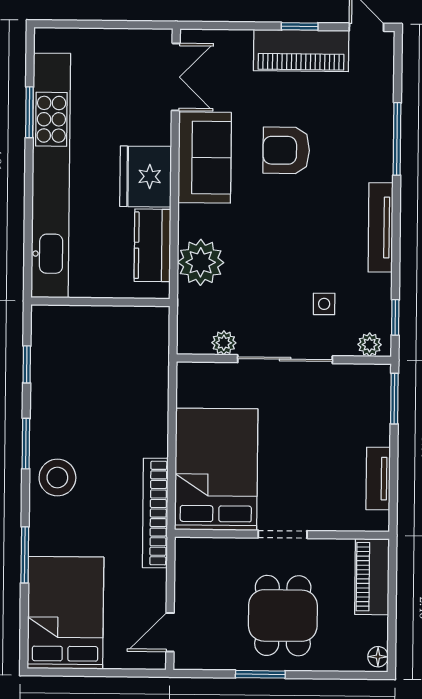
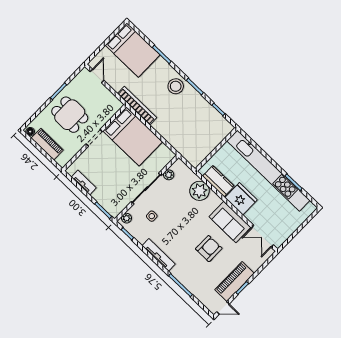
piano: (372, 577) -> (47, 144), moved

